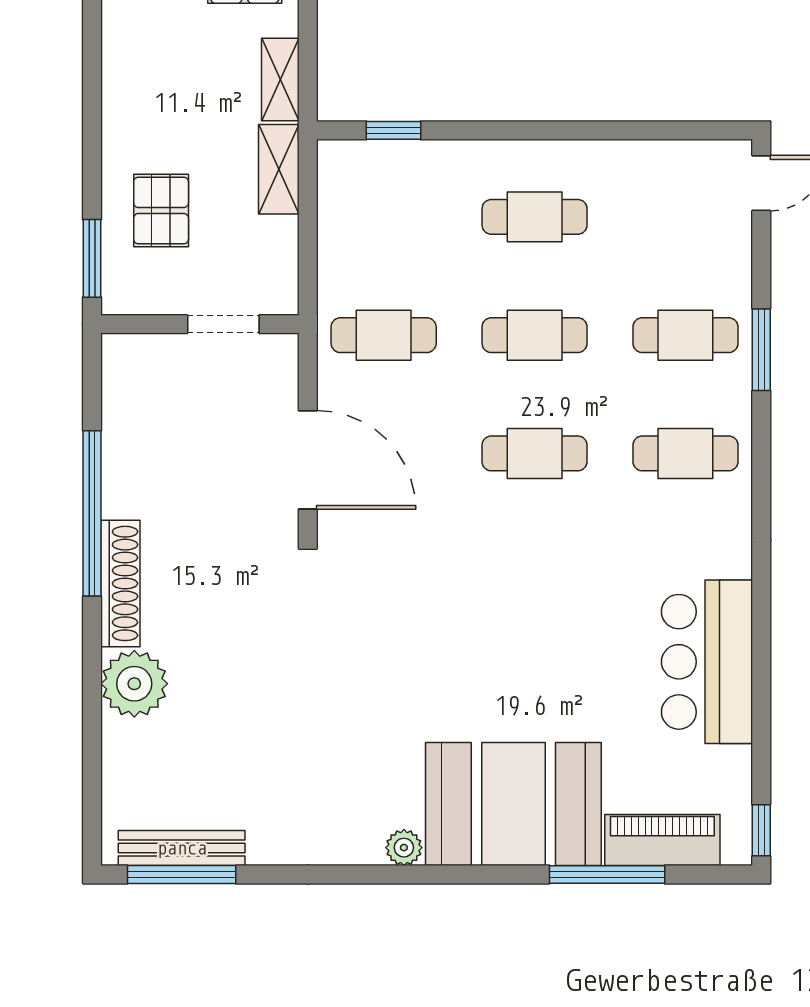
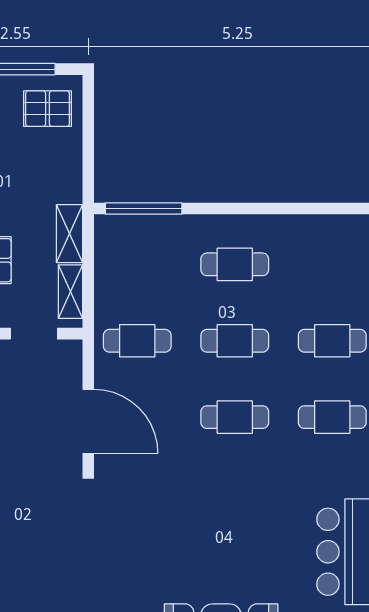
shelving: (280, 79) -> (71, 292), moved
window: (394, 130) -> (144, 208), width x2.17

